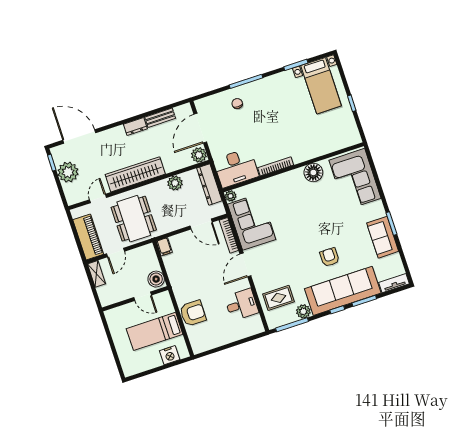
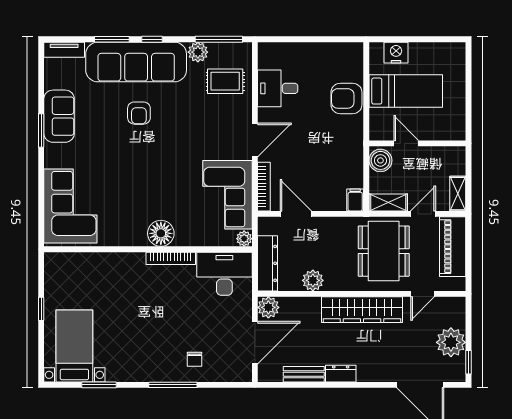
floor lamp: (313, 172) -> (161, 233), moved
shelving: (141, 252) -> (388, 203), added

